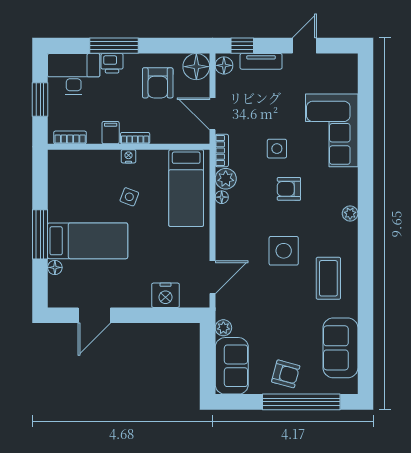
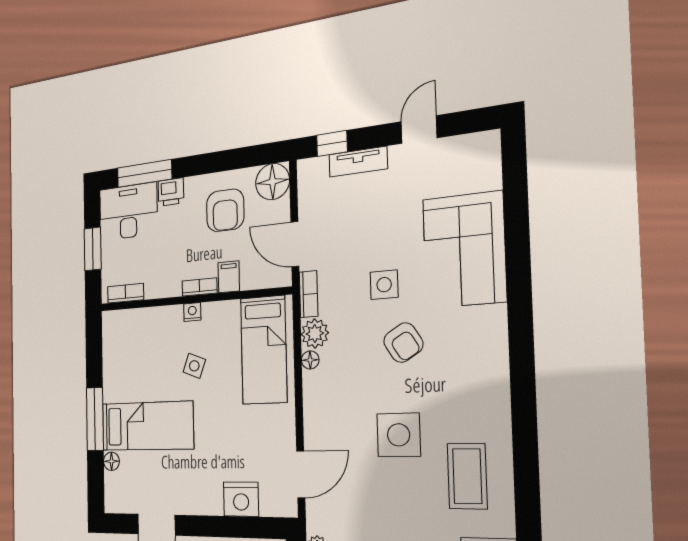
window: (114, 46) -> (144, 173), moved
floor lamp: (224, 65) -> (308, 175), removed
filing cabinet: (111, 133) -> (229, 277), moved
armchair: (289, 189) -> (403, 343), turned -122
plant: (350, 214) -> (498, 375), removed

